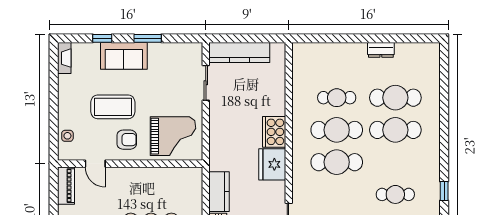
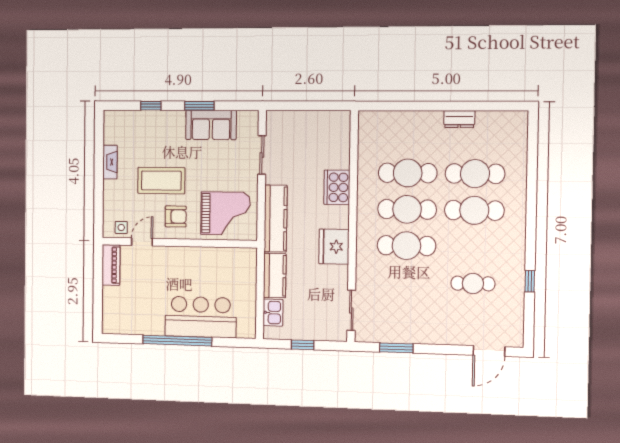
kitchen counter: (239, 53) -> (276, 219), moved, turned -90
sofa: (124, 56) -> (211, 125), moved
fireplace: (64, 58) -> (110, 162), moved
cafe table: (337, 98) -> (408, 173), width x1.37, depth x1.35
cooker: (274, 132) -> (337, 187), moved
side table: (67, 136) -> (121, 228), moved
door: (95, 164) -> (142, 242), swing flipped

